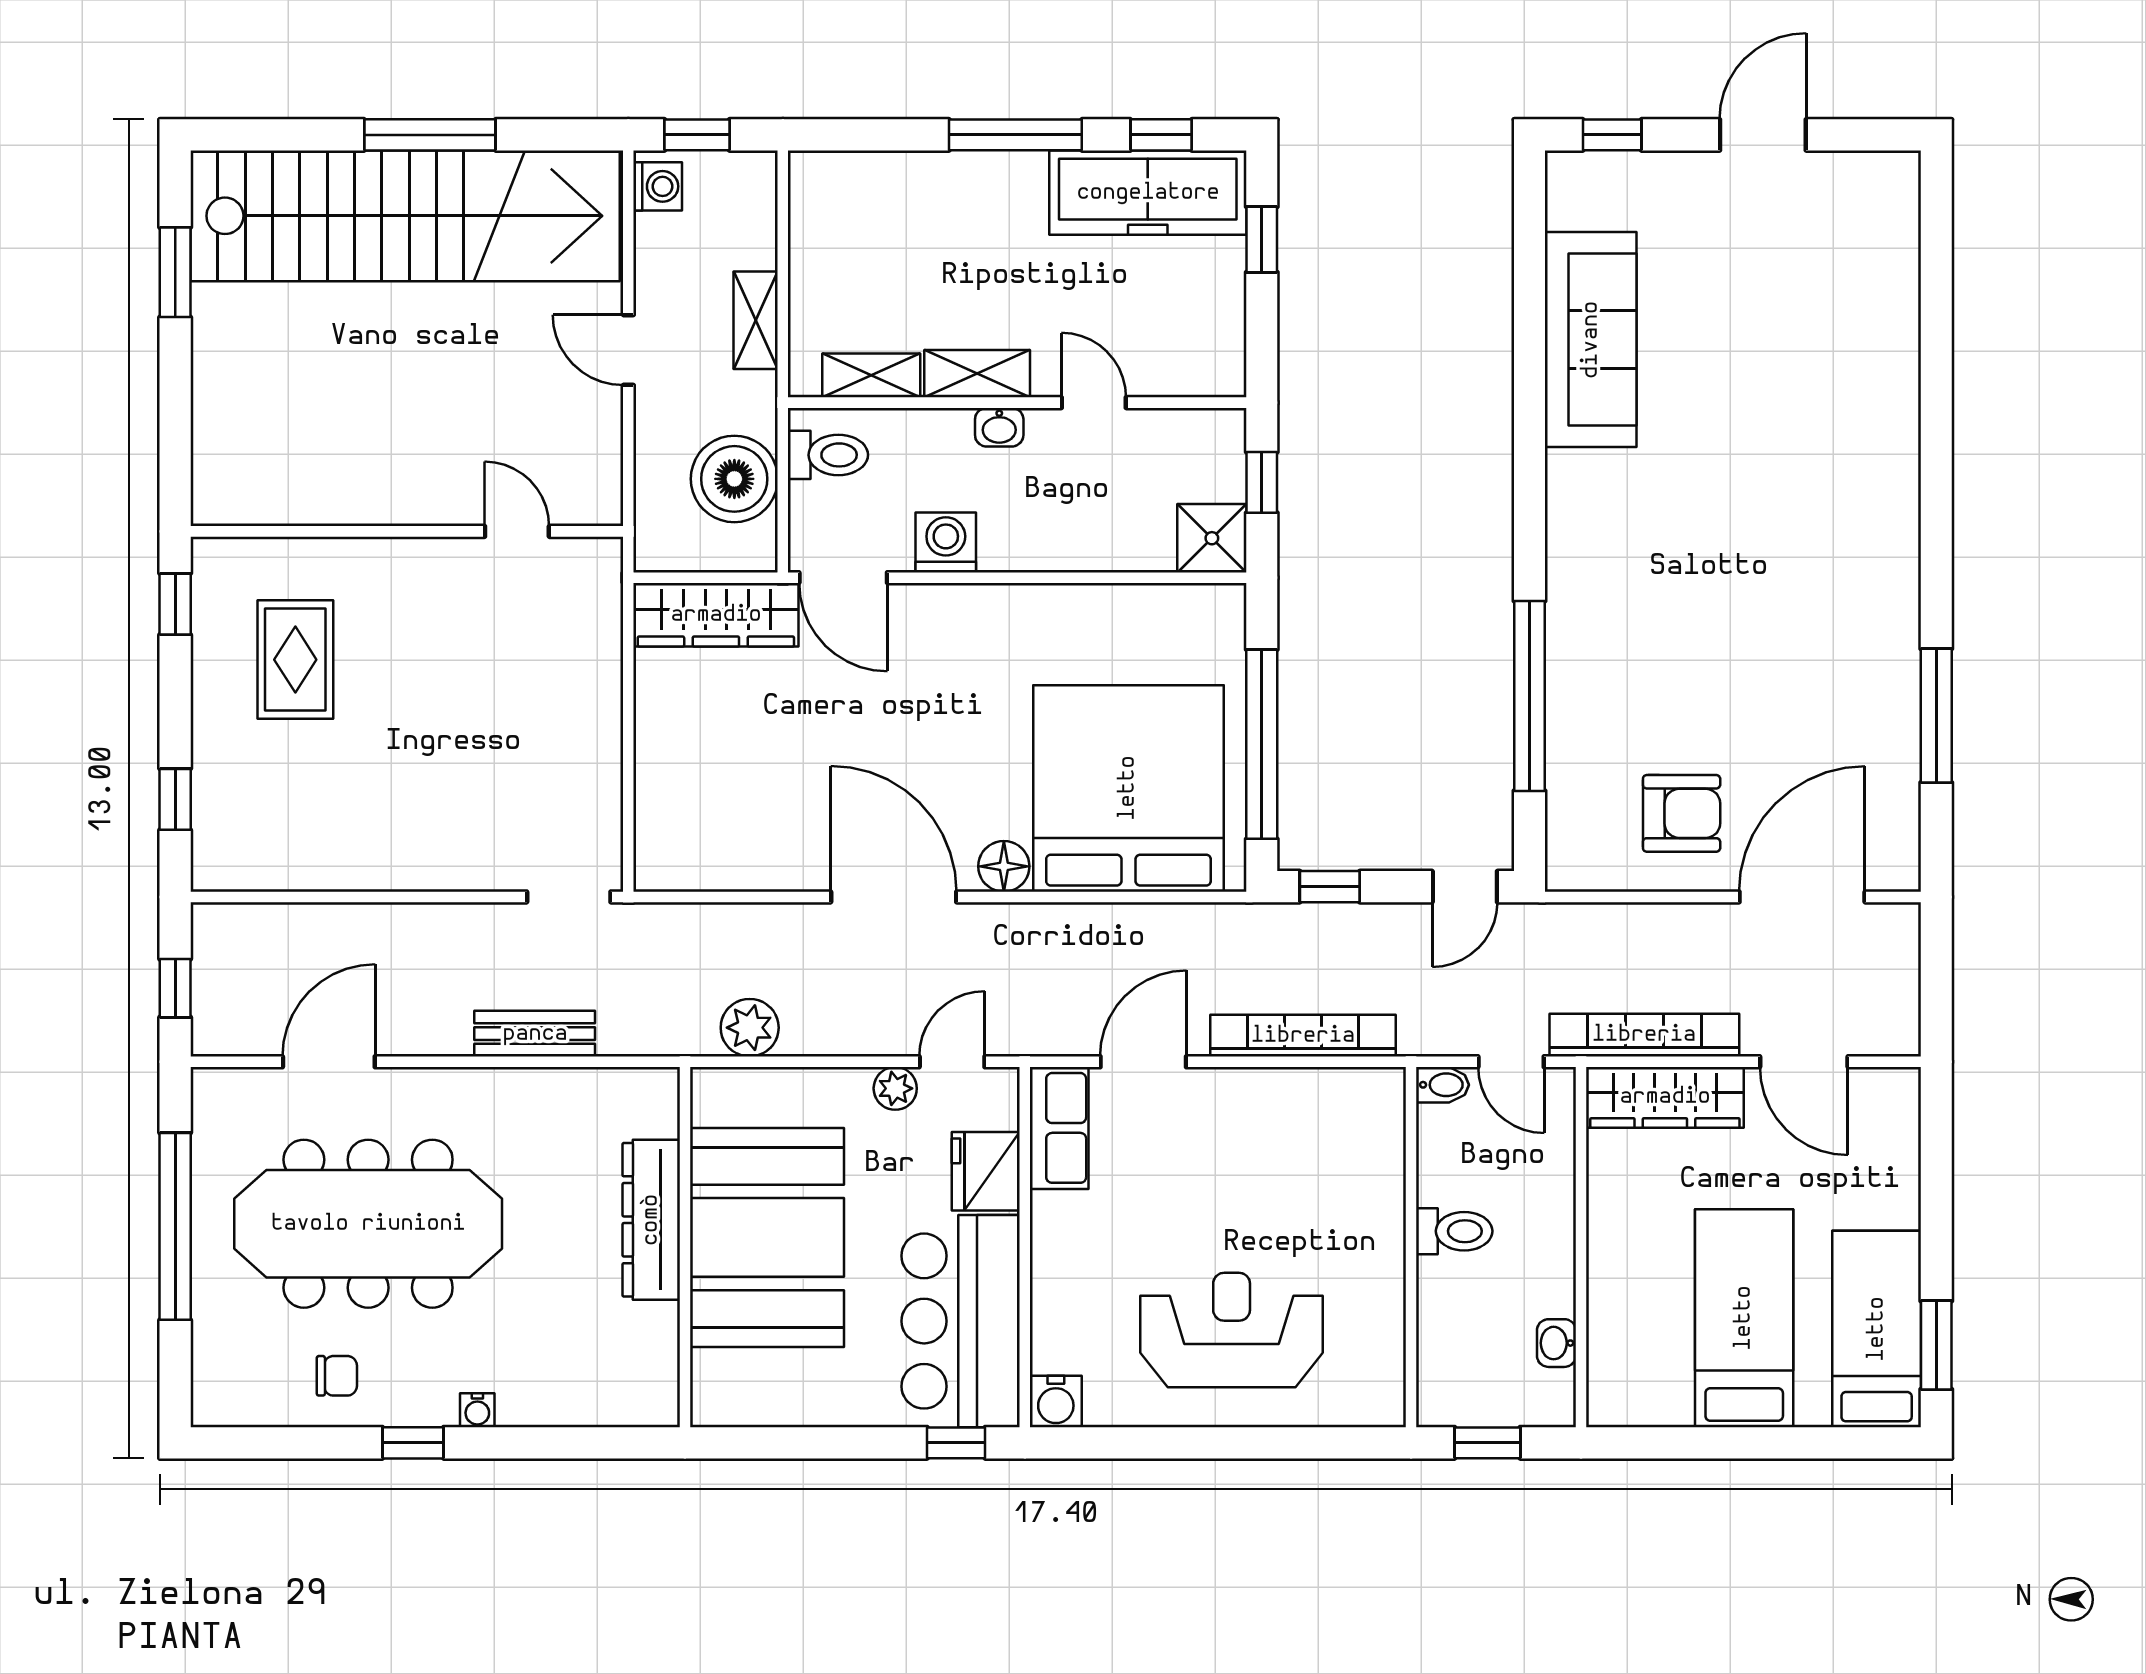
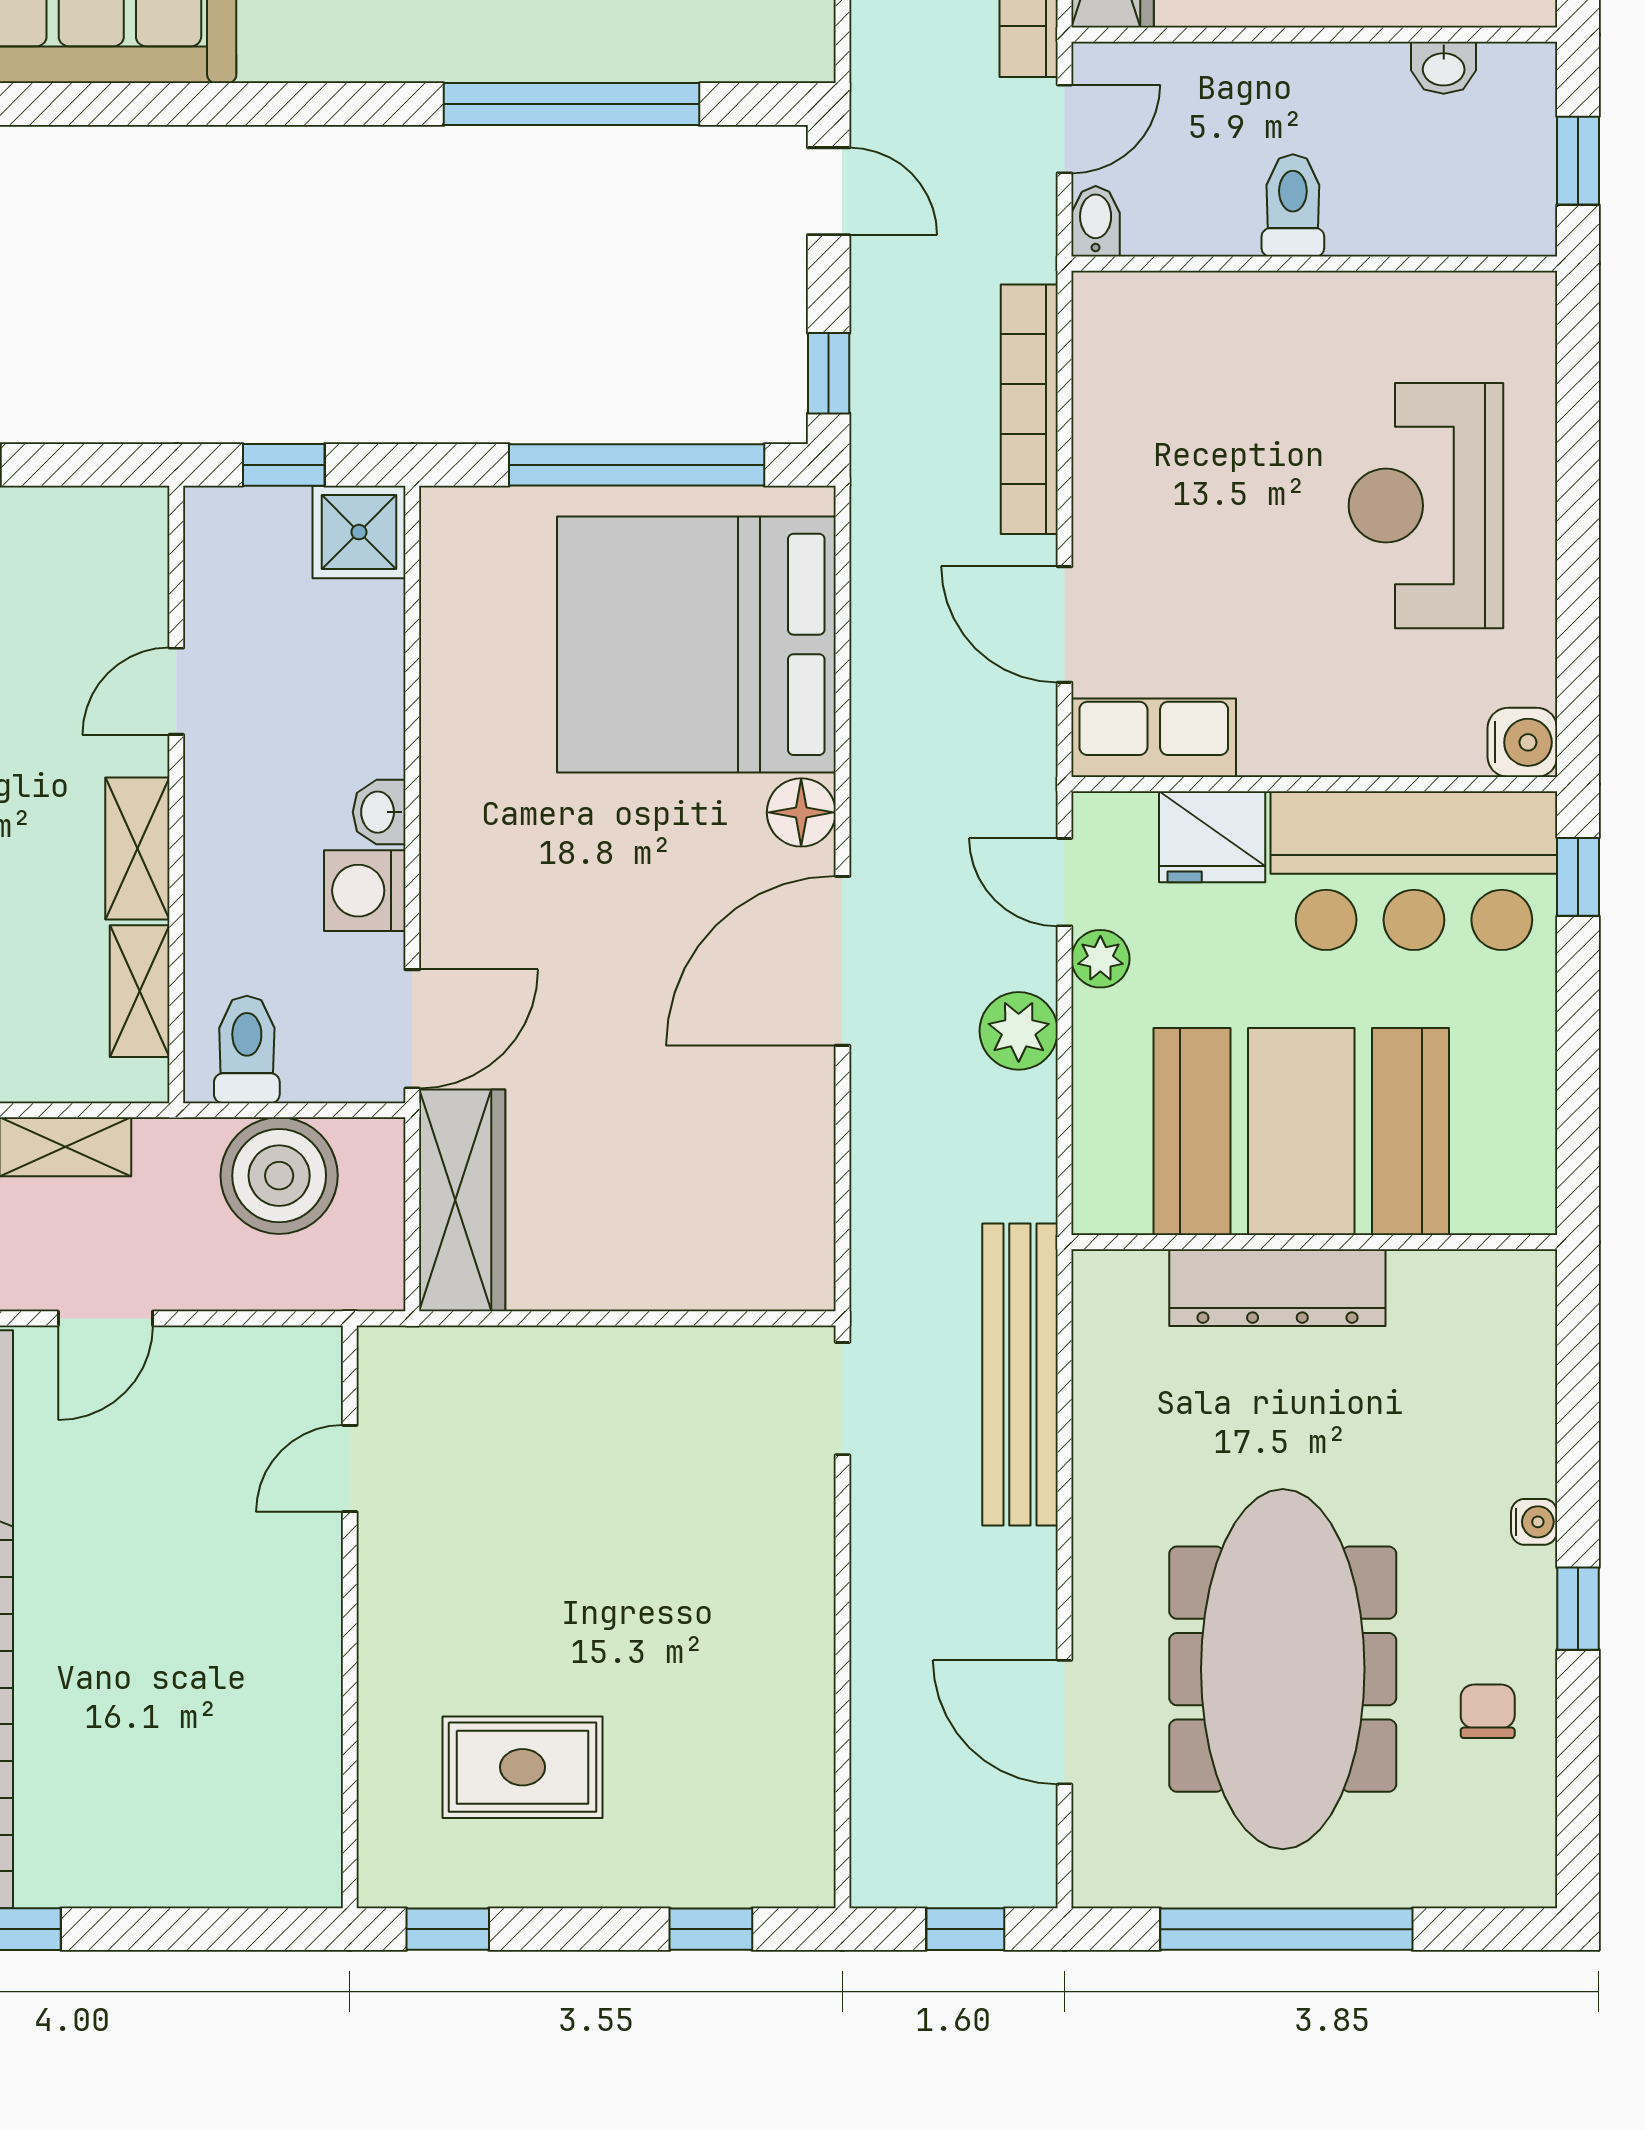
washbasin: (999, 427) -> (379, 812), moved, turned 180
plant: (750, 1028) -> (1019, 1031), moved
bench: (535, 1034) -> (1020, 1375), width x1.86, depth x1.21

